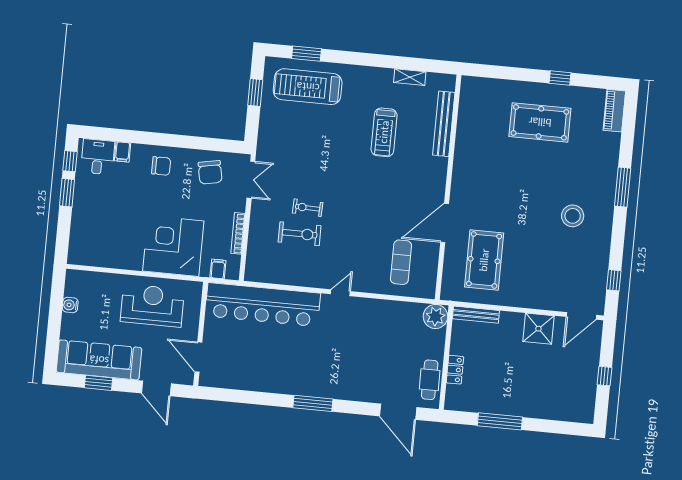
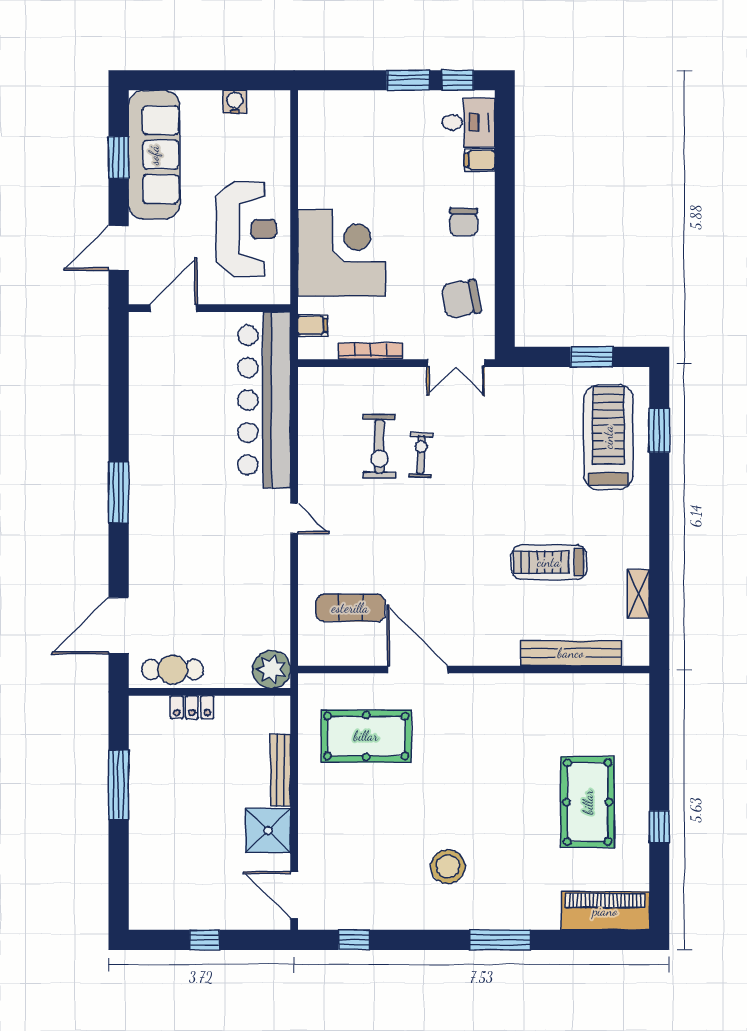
piano: (614, 111) -> (605, 911), width x1.37, depth x1.33
bench: (476, 315) -> (280, 770), moved

